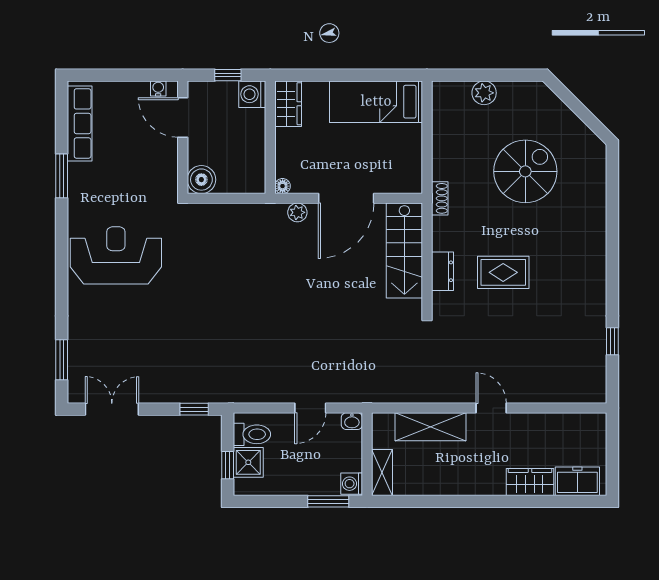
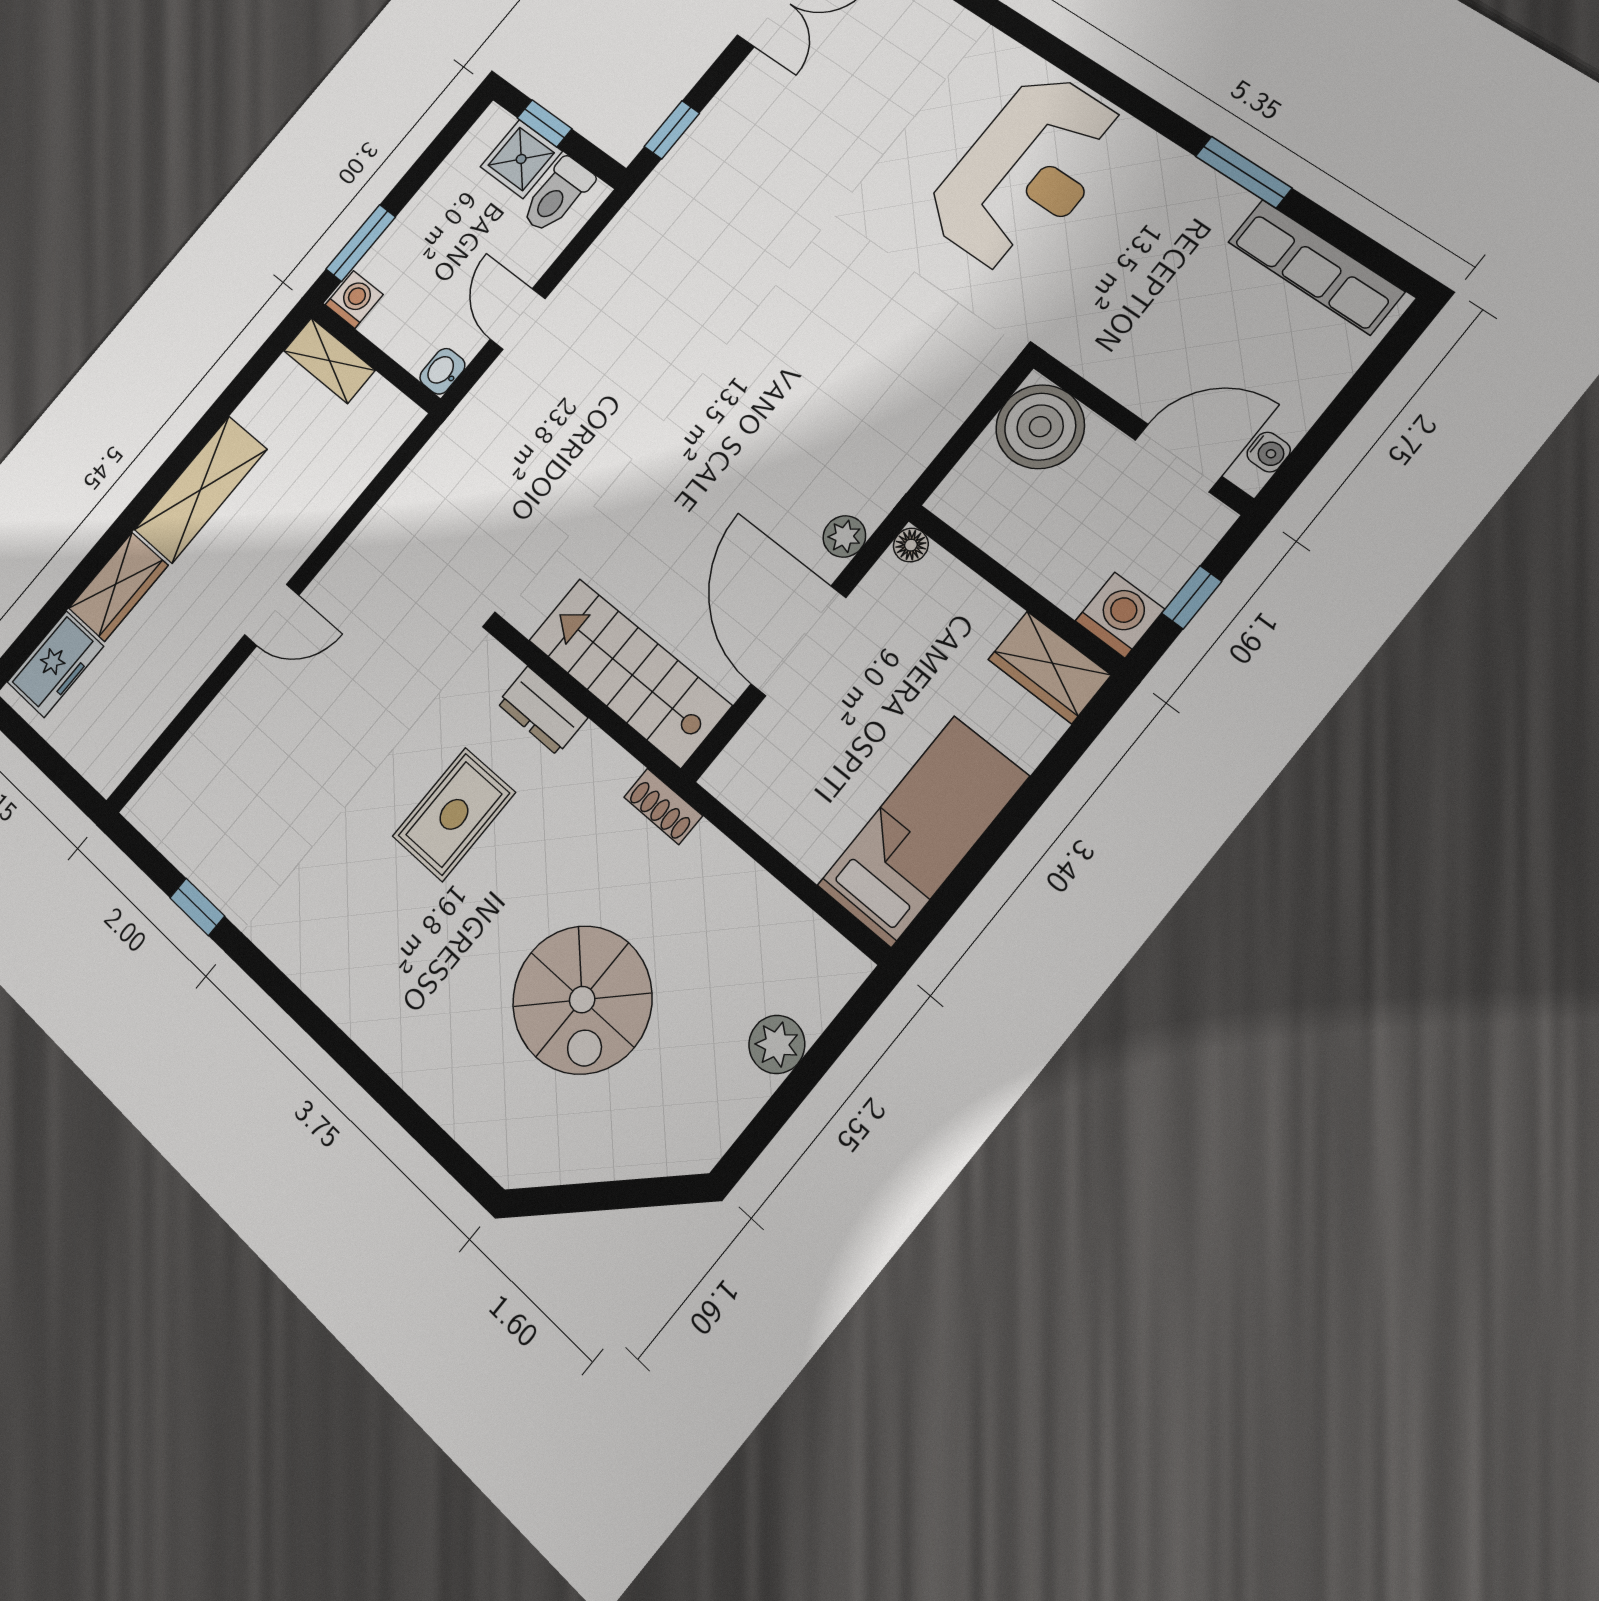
boiler: (201, 180) -> (1040, 427), width x1.37, depth x1.37
shelving: (430, 427) -> (201, 490), moved

